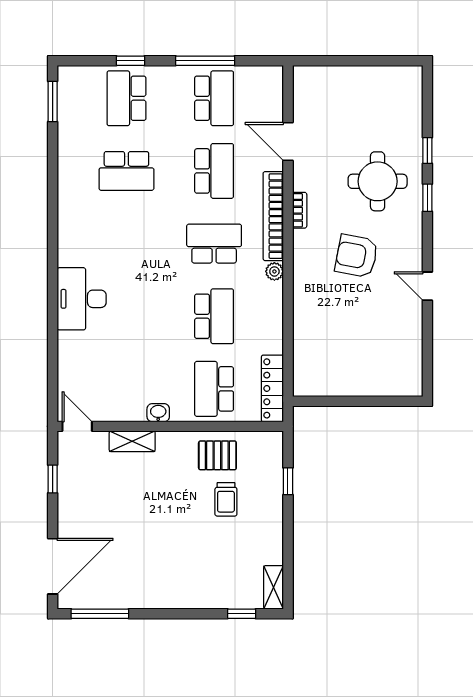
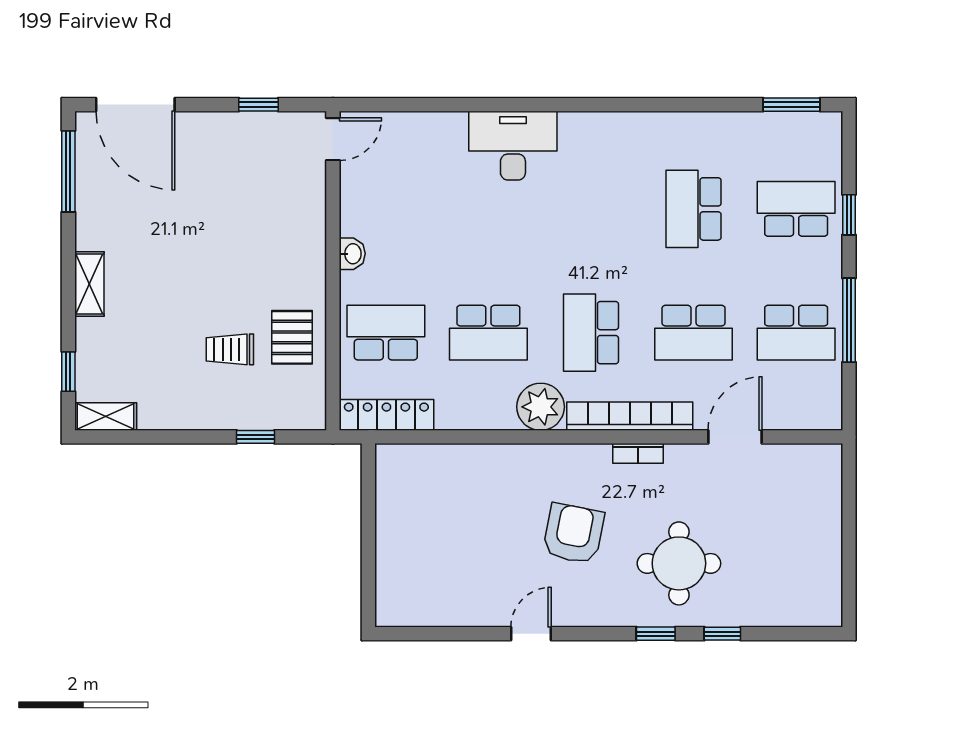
school desk: (214, 244) -> (591, 333), turned 180
plant: (274, 271) -> (541, 407), width x1.88, depth x1.88
shelving: (132, 441) -> (89, 284), moved

